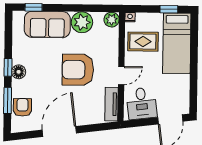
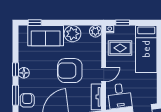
window: (169, 9) -> (123, 23), moved

